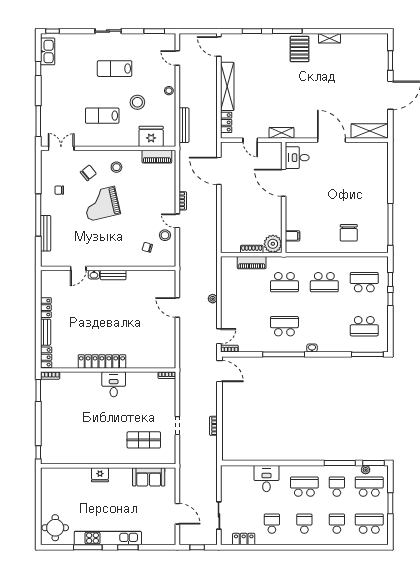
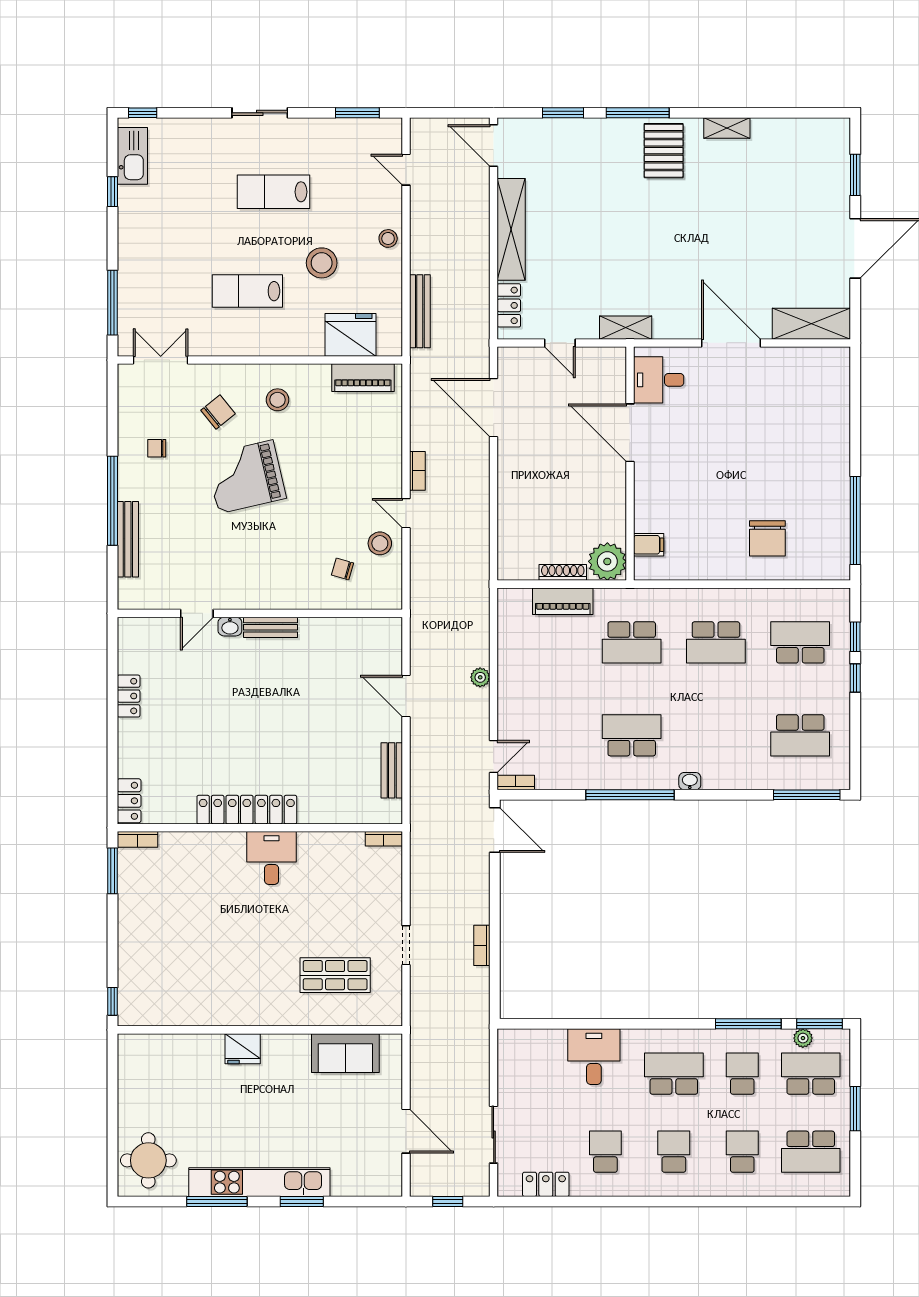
bench: (46, 332) -> (392, 770), moved
school desk: (369, 524) -> (811, 1152), turned 180

